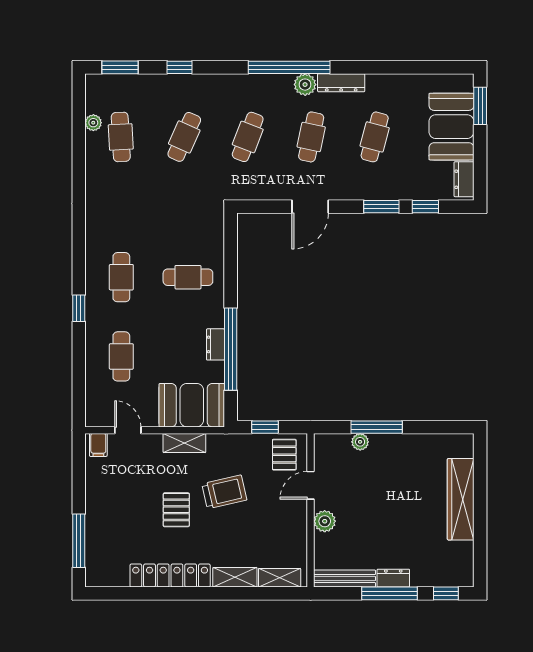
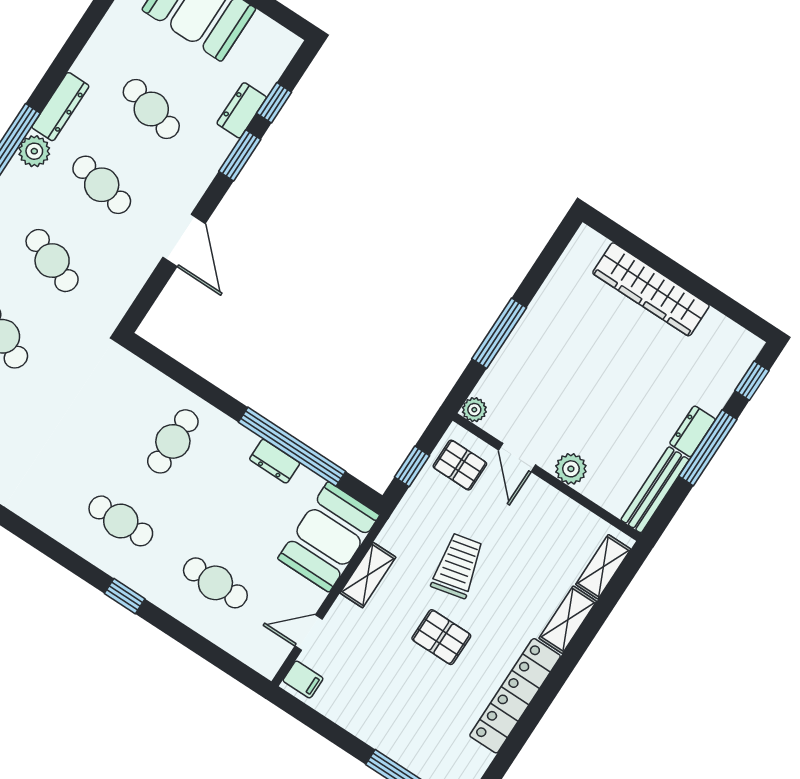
dresser: (464, 179) -> (242, 110), moved, turned 90
plant: (360, 442) -> (474, 410), moved

